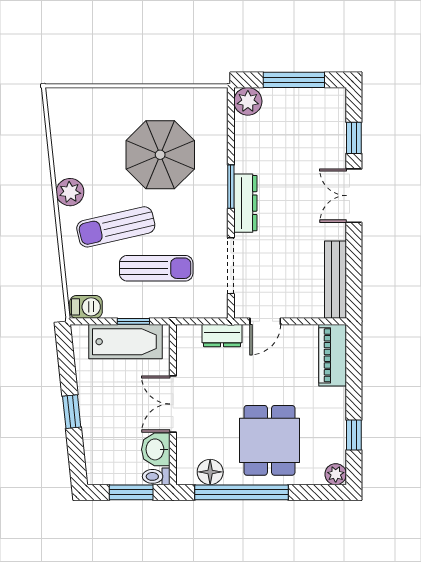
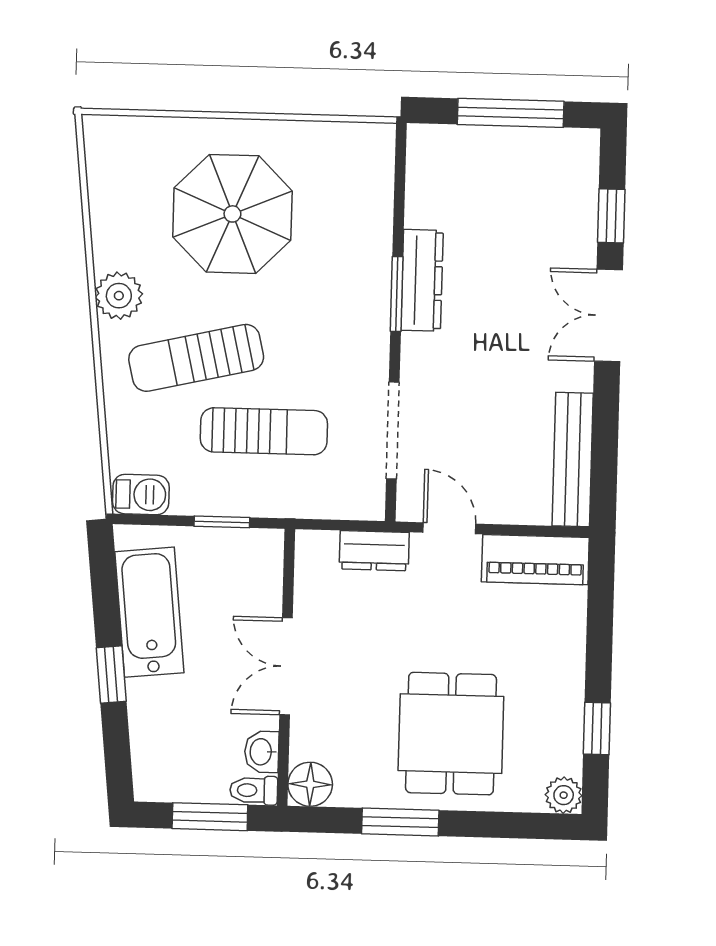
plant: (248, 101) -> (430, 148), removed
parasol: (160, 155) -> (232, 214), moved
dresser: (245, 203) -> (422, 280), moved
door: (265, 321) -> (449, 528), swing flipped
bathtub: (125, 342) -> (149, 612), moved, turned -96
piano: (333, 355) -> (535, 560), moved, turned -90
washbasin: (156, 449) -> (262, 752), width x0.72, depth x0.69
floor lamp: (210, 472) -> (310, 784), moved
window: (242, 492) -> (400, 822), width x0.47

